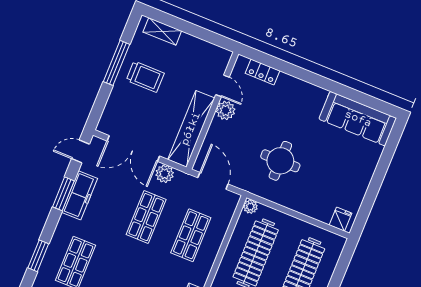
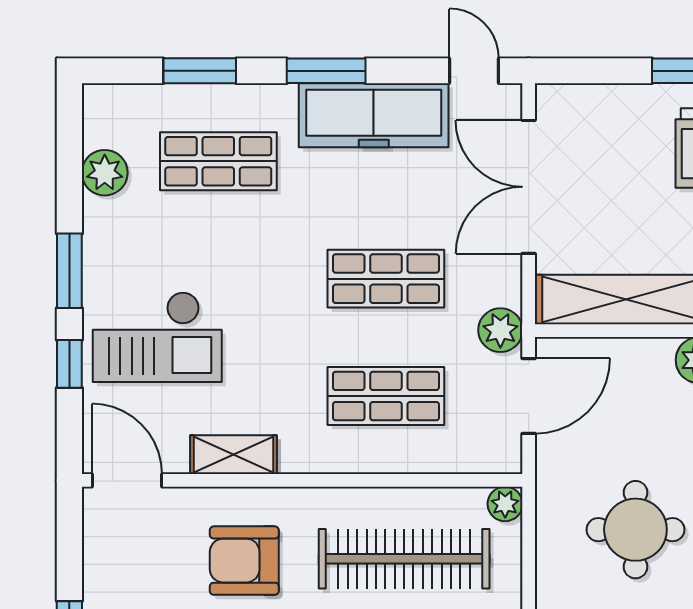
plant: (165, 174) -> (500, 330), moved
window: (63, 194) -> (326, 71), moved
freezer: (80, 195) -> (374, 115), width x1.36, depth x1.26

